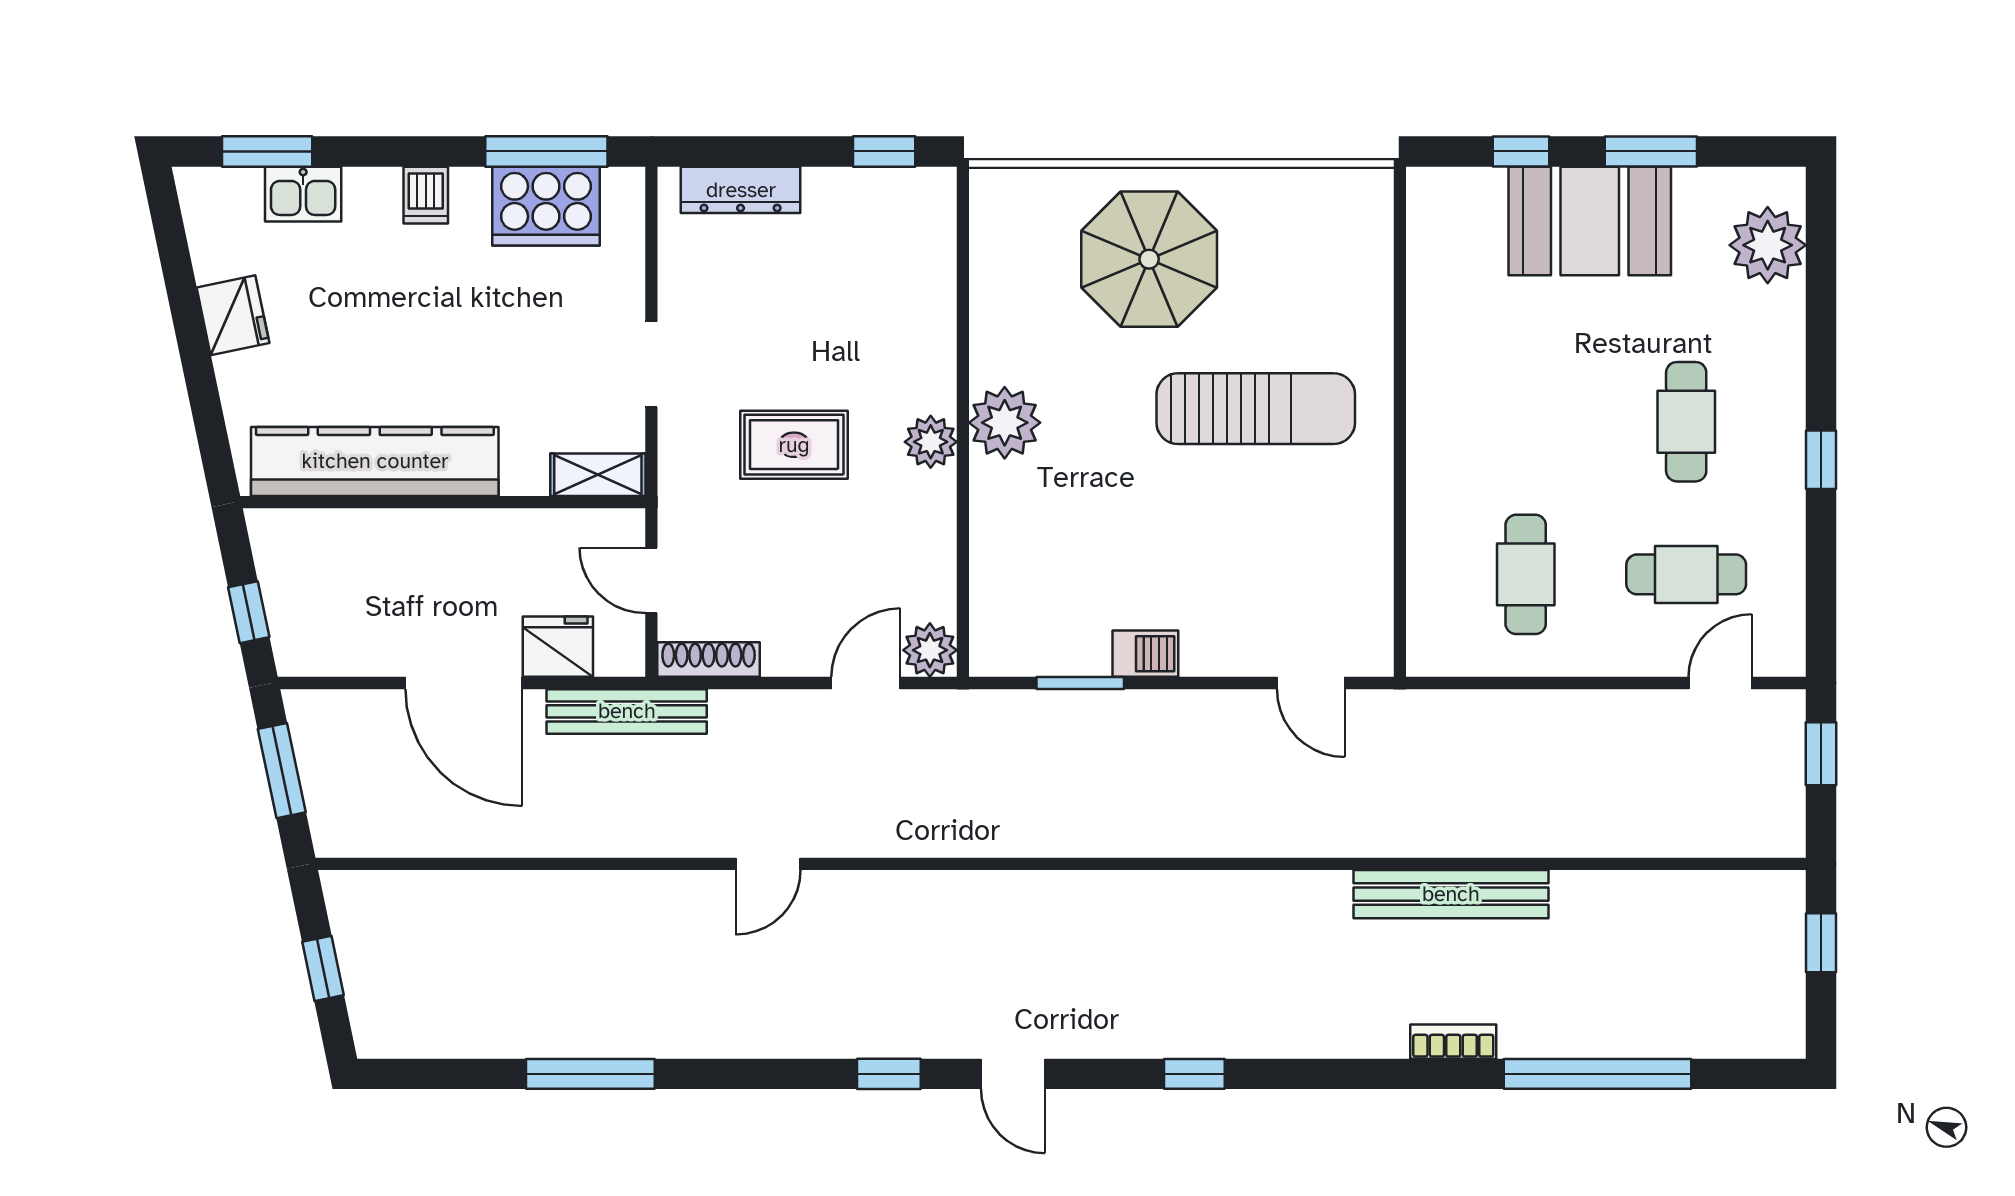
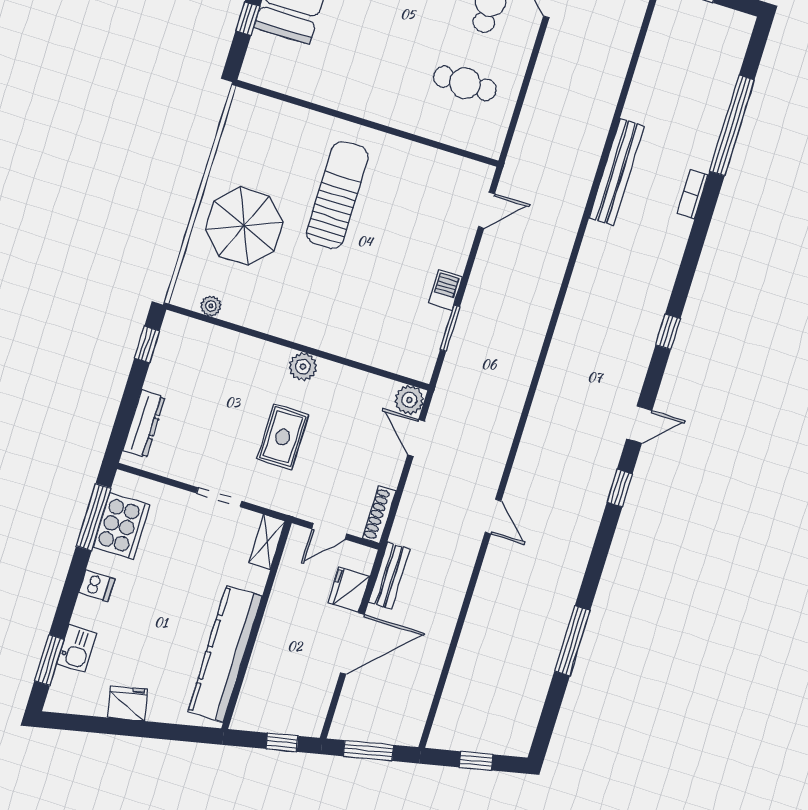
plant: (1005, 423) -> (211, 306), moved, width x0.53, depth x0.53
bench: (627, 711) -> (389, 576), width x0.73

